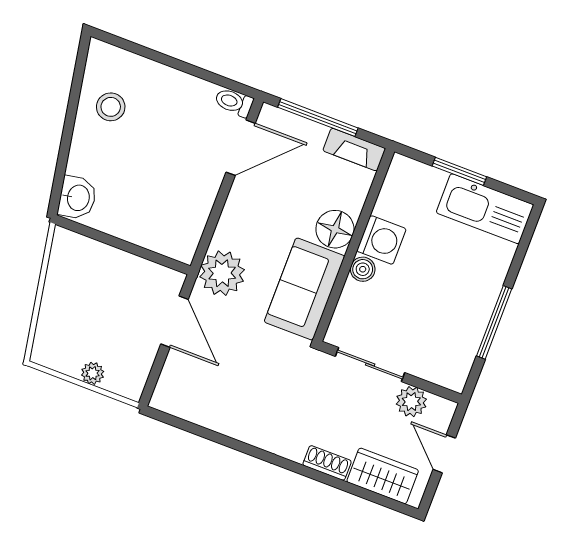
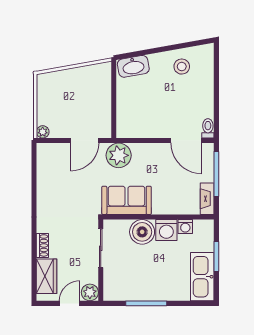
washbasin: (77, 198) -> (133, 66), width x1.38
washing machine: (388, 205) -> (185, 227), added
floor lamp: (335, 229) -> (163, 204), removed
boiler: (363, 269) -> (142, 232), width x1.86, depth x1.86
plant: (93, 373) -> (43, 132), moved
plant: (411, 402) -> (90, 292), moved

